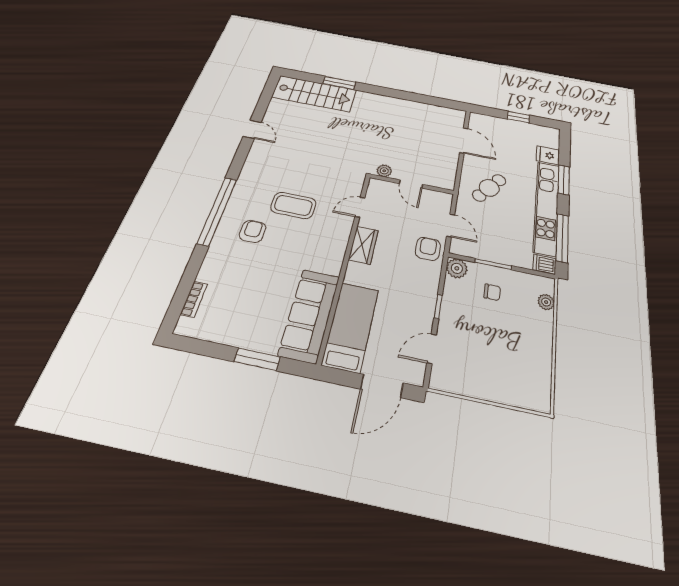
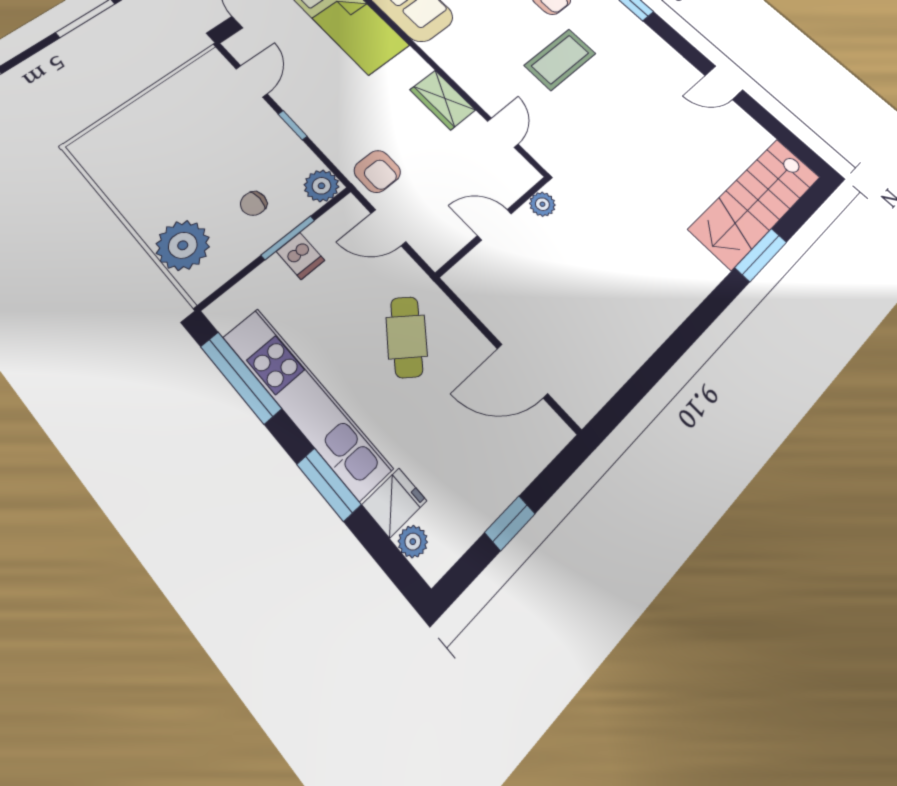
plant: (553, 142) -> (413, 542), added
dishwasher: (544, 264) -> (300, 256), moved, turned 90
plant: (546, 302) -> (183, 245), width x1.87, depth x1.87

